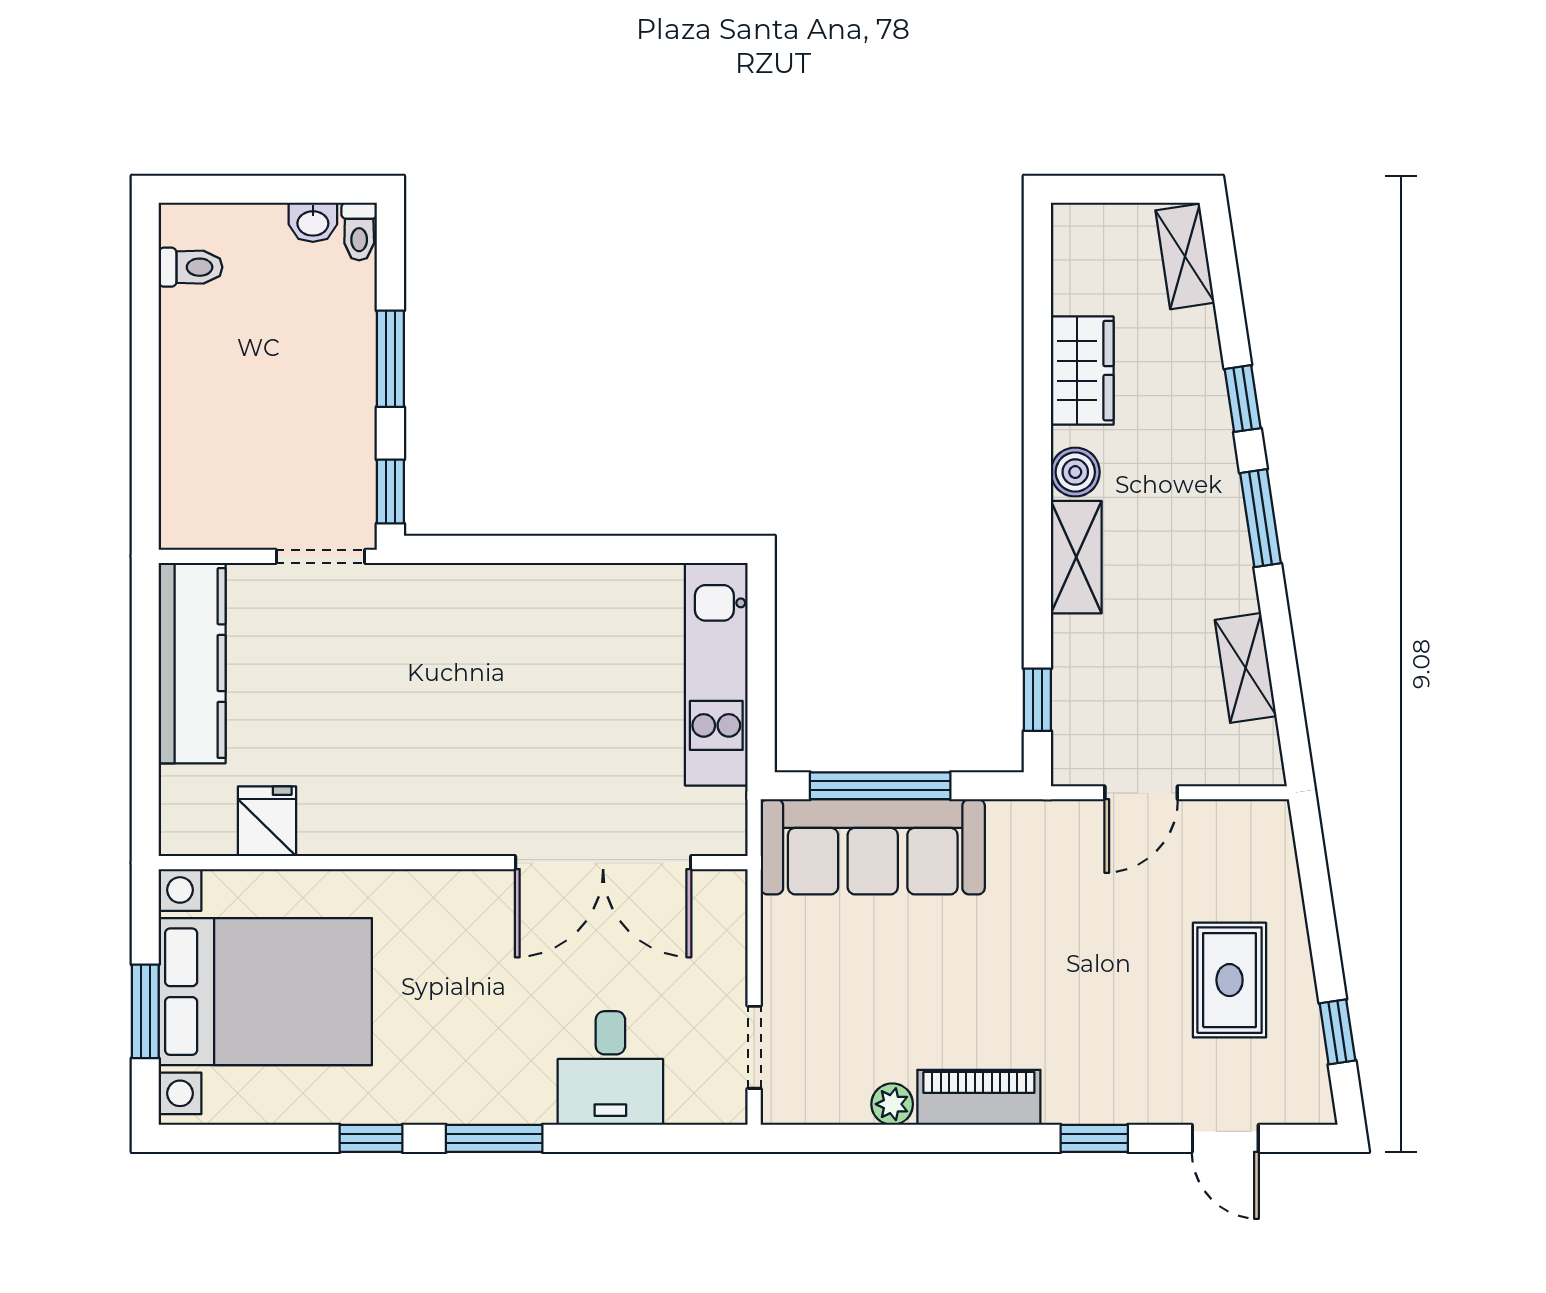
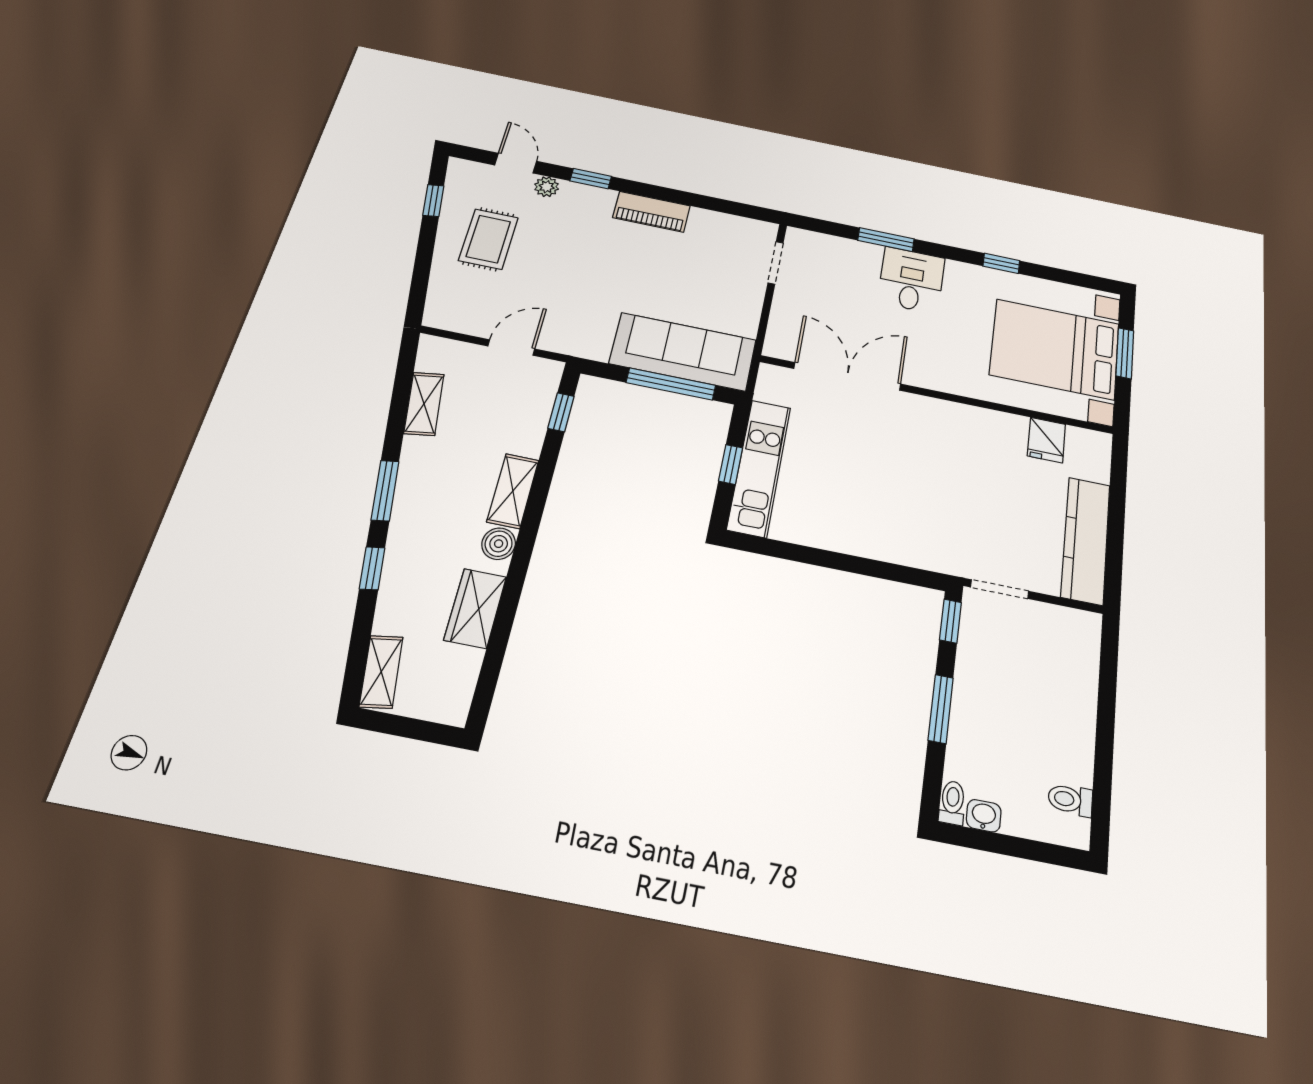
window: (761, 670) -> (731, 464), added
desk: (610, 1068) -> (911, 280), moved
plant: (892, 1104) -> (547, 187), moved
window: (494, 1138) -> (886, 240), moved

